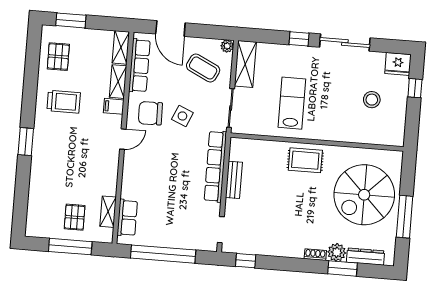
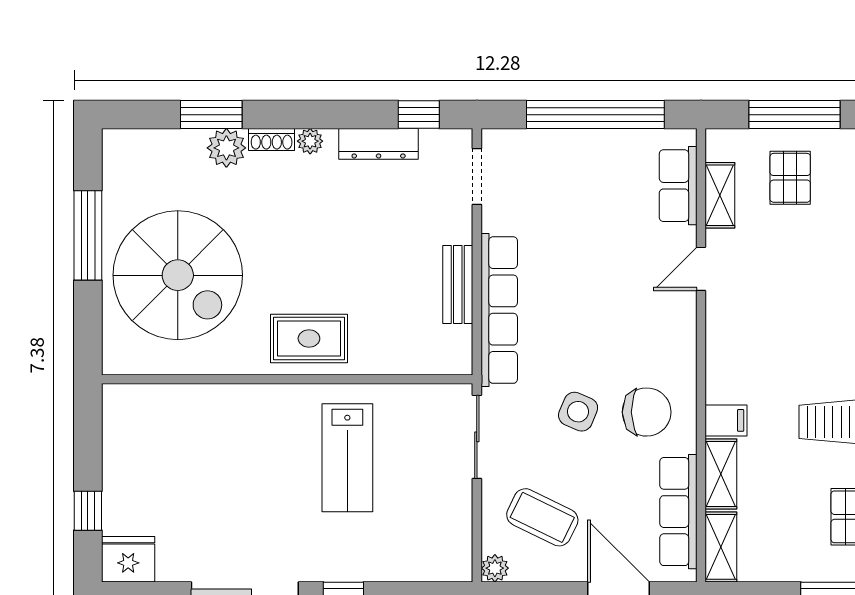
shelving: (245, 64) -> (453, 533), removed
stool: (372, 100) -> (178, 479), removed
door: (123, 139) -> (701, 269), moved
spiral stairs: (364, 195) -> (178, 275), turned 90
plant: (297, 252) -> (310, 141), added
dresser: (365, 257) -> (379, 144), moved

